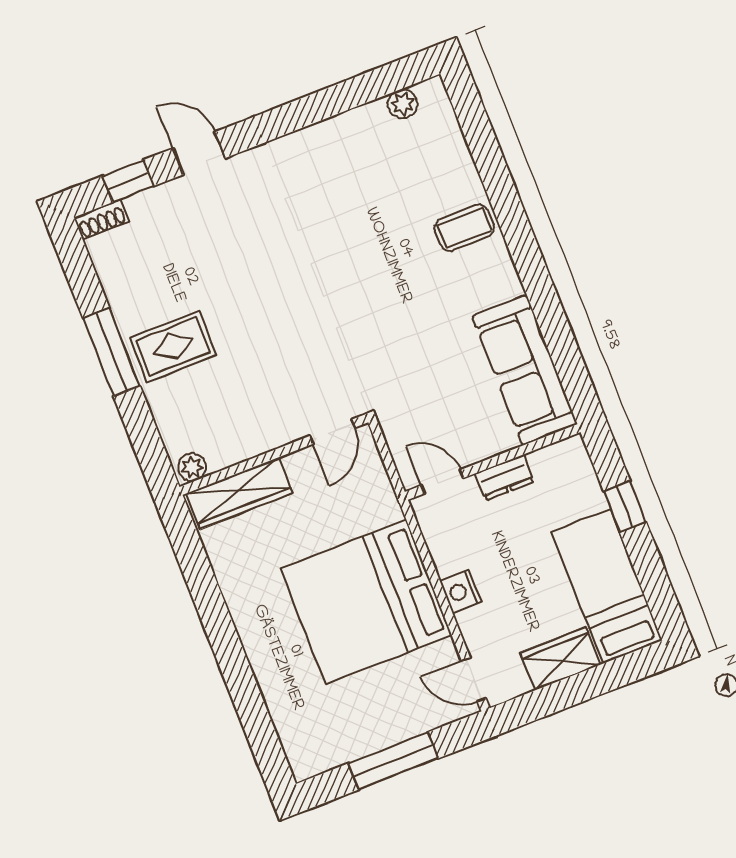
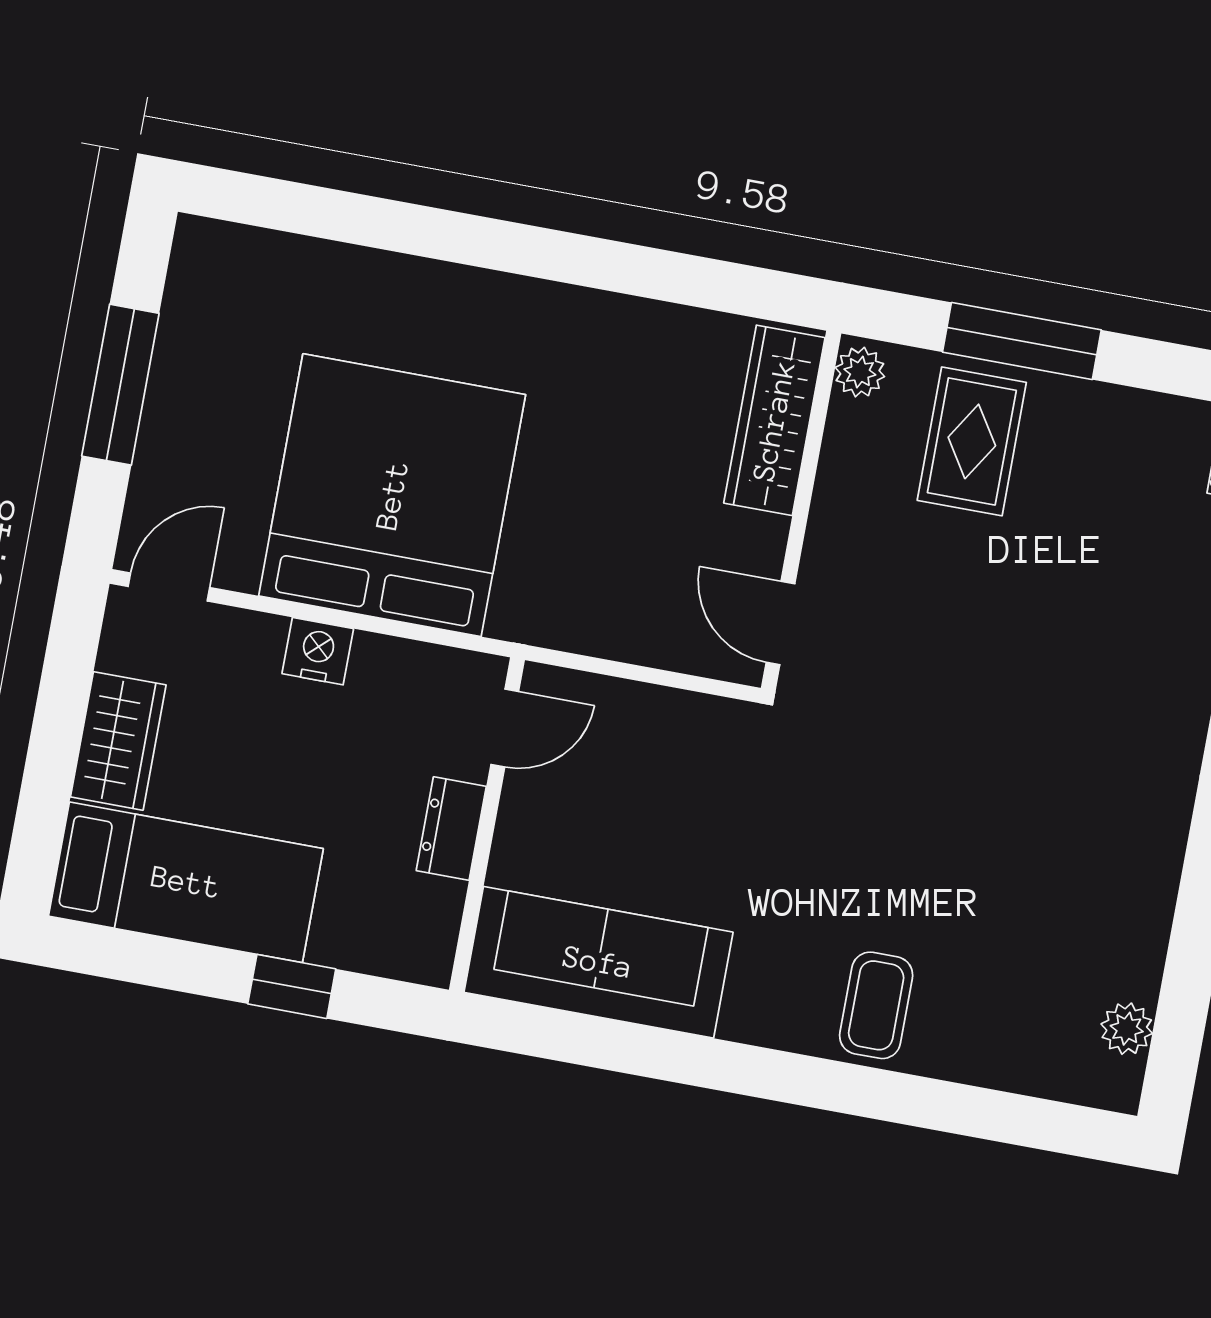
door: (332, 432) -> (780, 623), moved
wall: (274, 455) -> (801, 511), moved
plant: (192, 467) -> (860, 372), moved
wardrobe: (239, 493) -> (774, 420), moved

